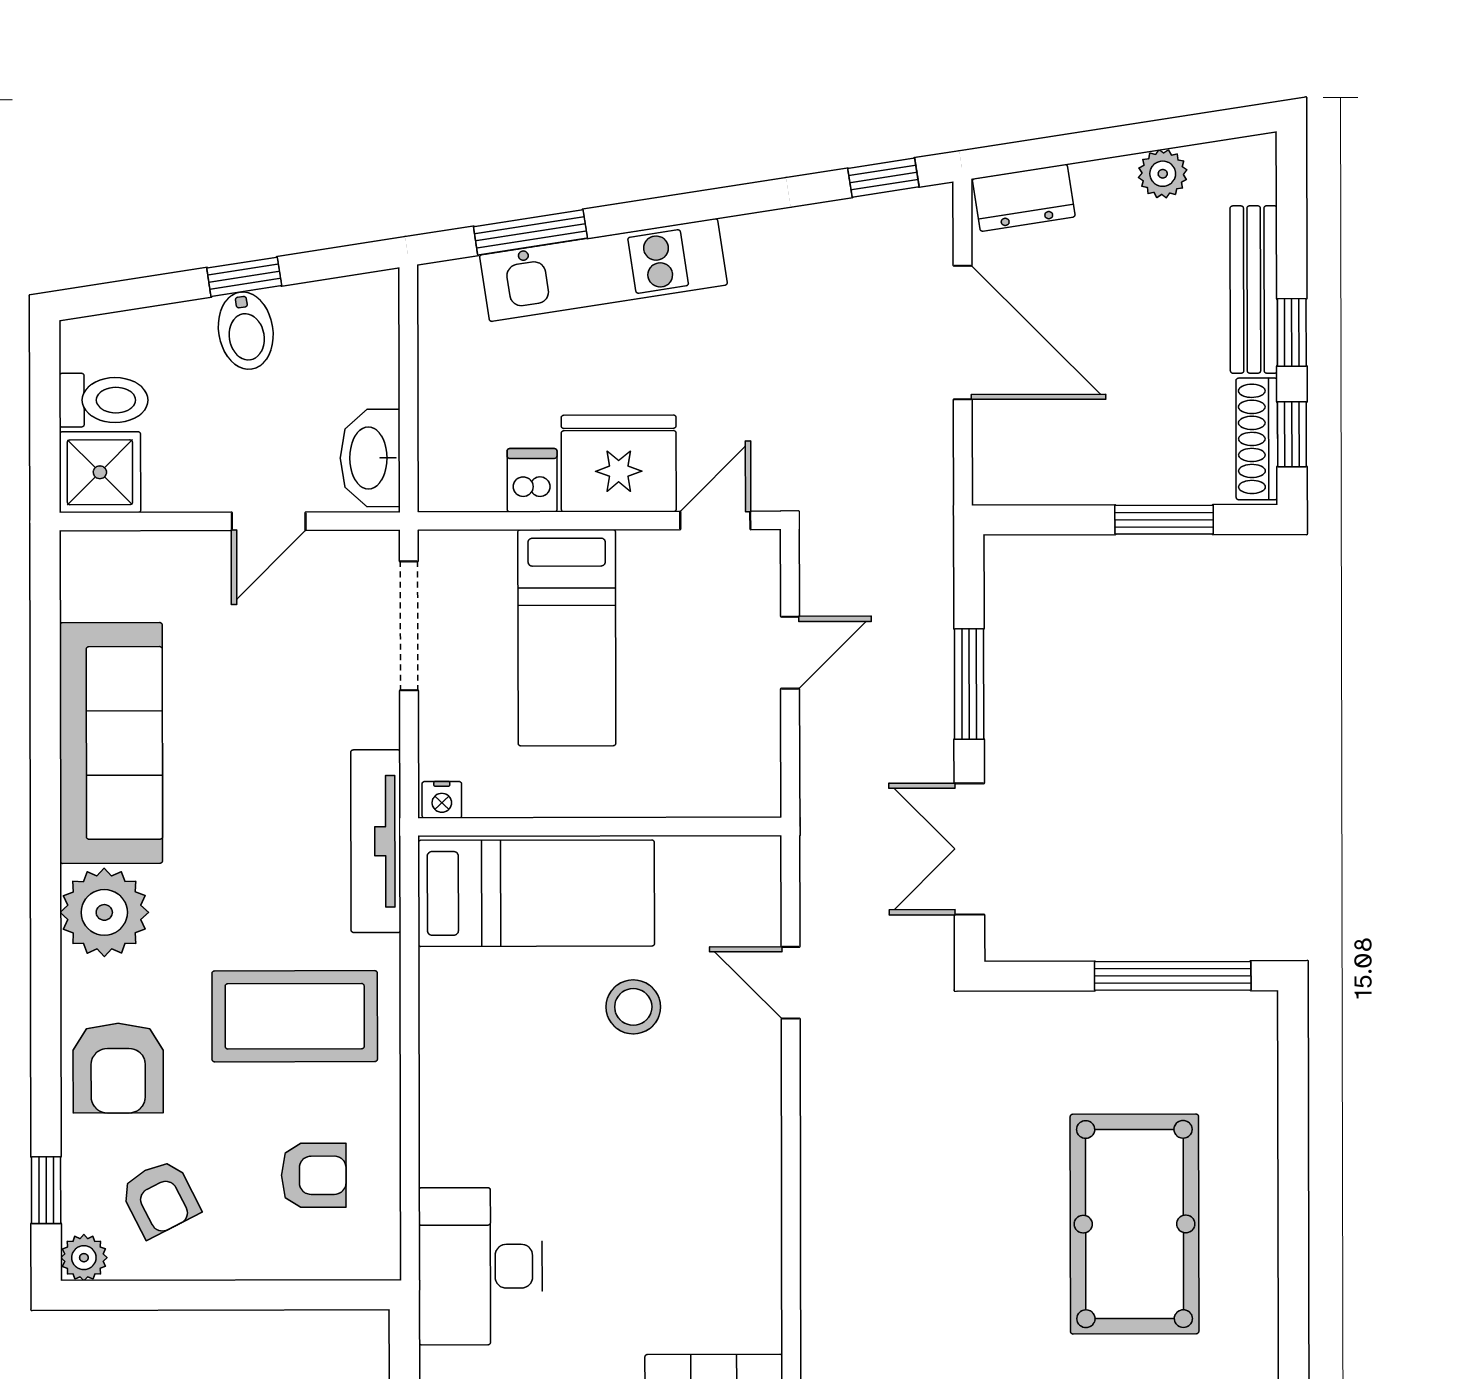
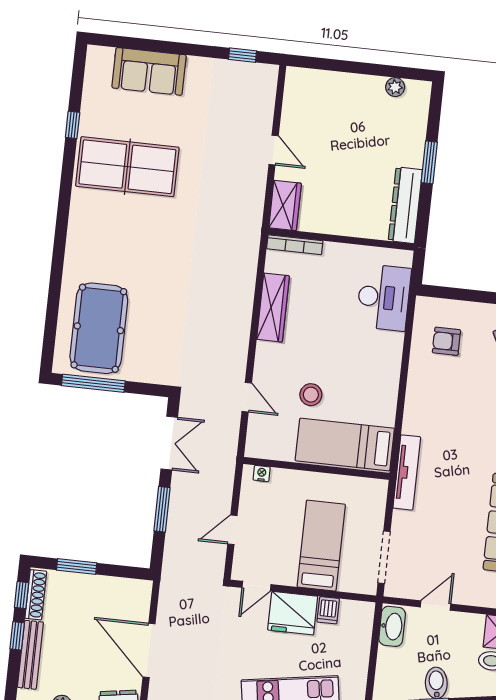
nightstand: (442, 800) -> (262, 473), moved
coffee table: (295, 1016) -> (447, 406), removed
wardrobe: (750, 1211) -> (273, 308), added
pool table: (1134, 1224) -> (99, 328), moved

